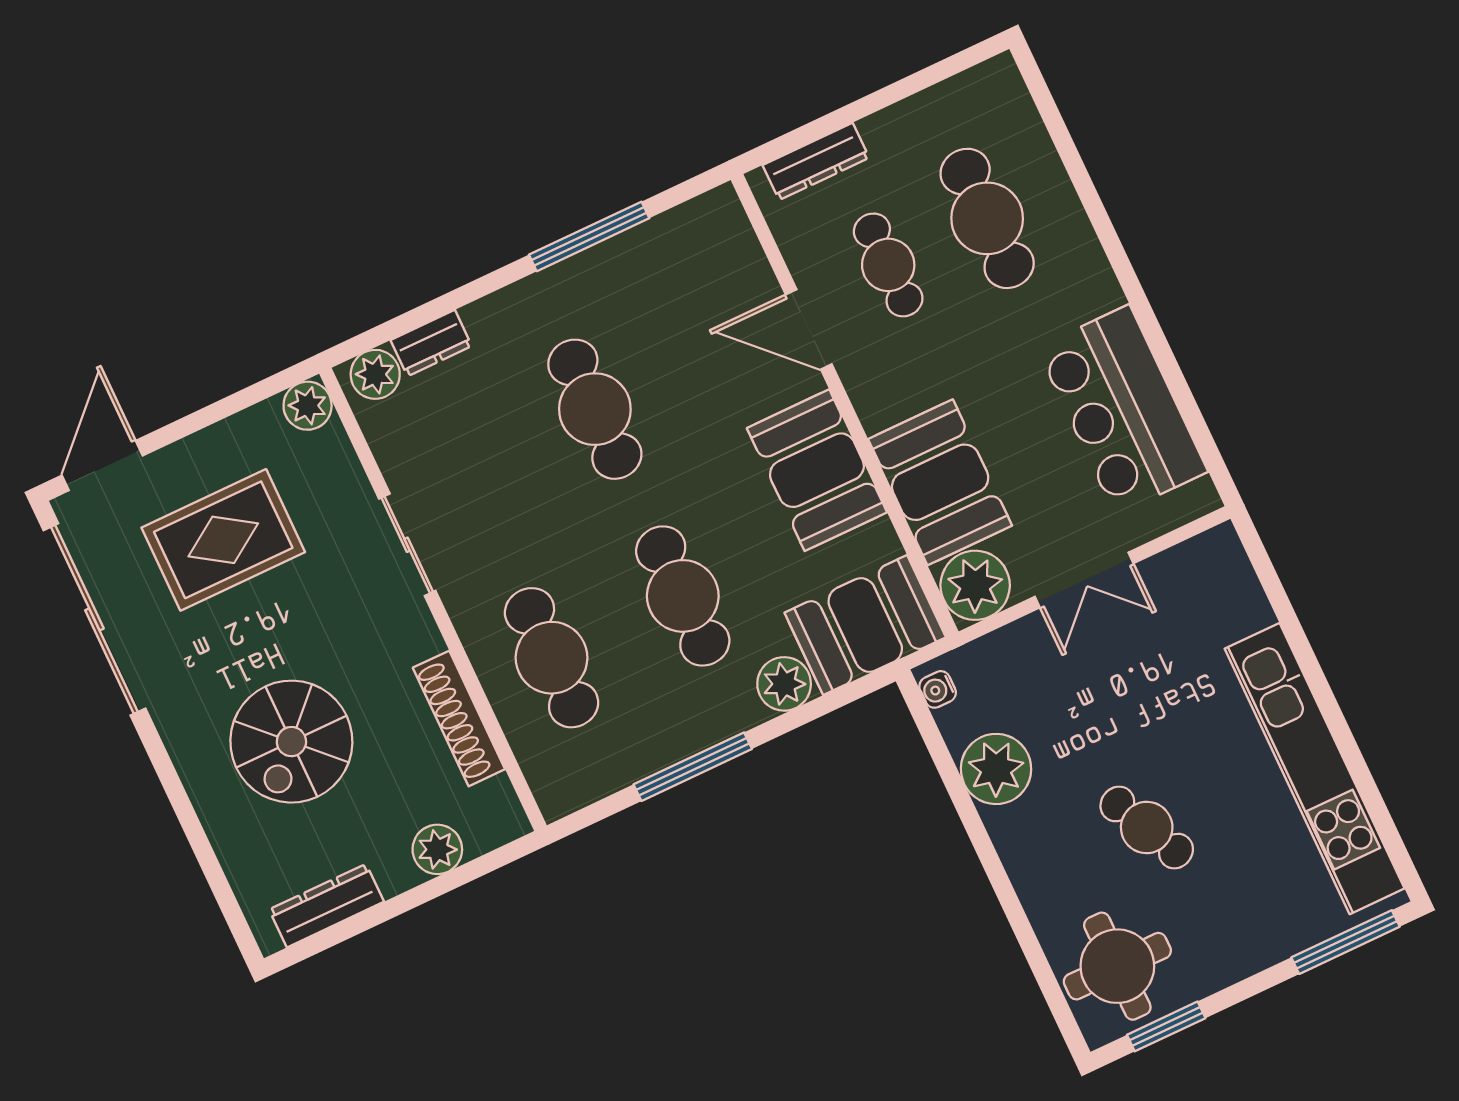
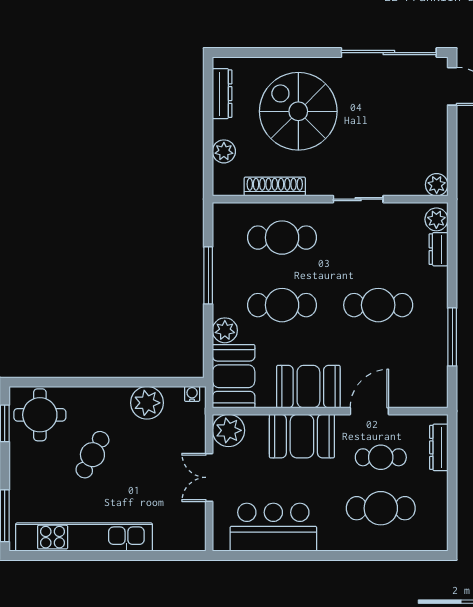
booth: (940, 482) -> (302, 436), moved
rug: (223, 540) -> (397, 123), removed
spiral stairs: (291, 742) -> (298, 111), width x1.37, depth x1.37
cafe table: (1147, 828) -> (92, 455), turned -36

